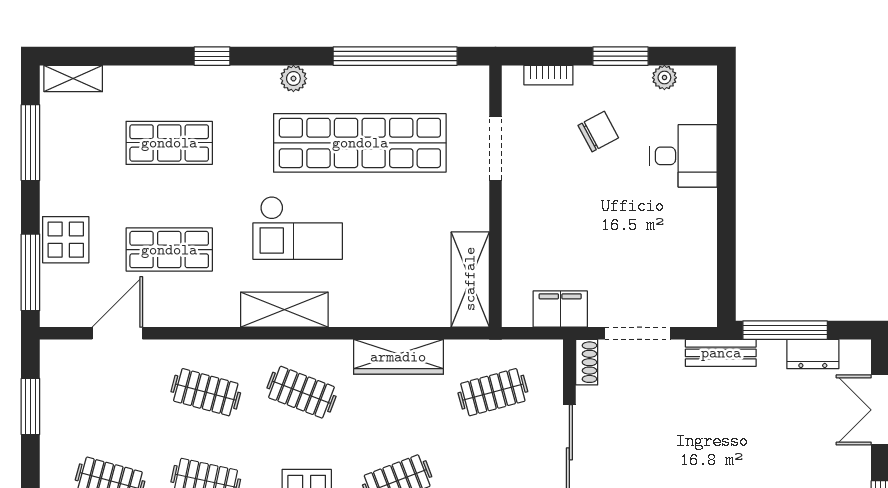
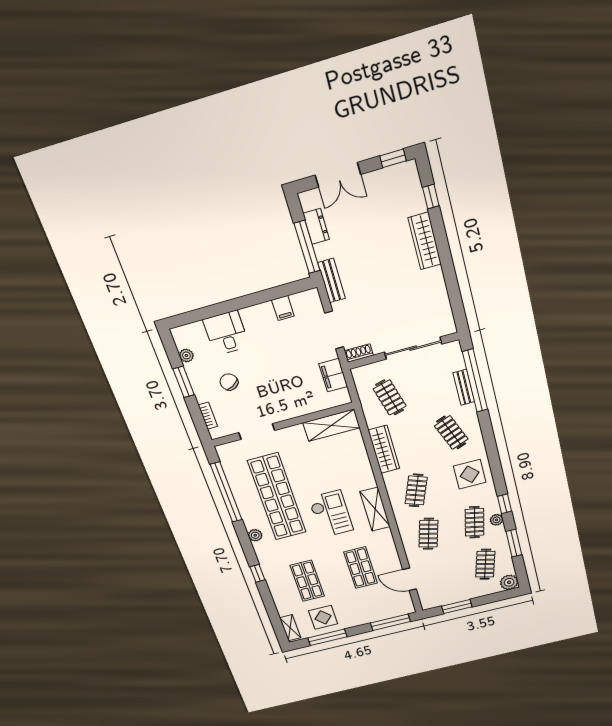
display table: (66, 240) -> (323, 617), moved
filing cabinet: (699, 261) -> (283, 308), added

